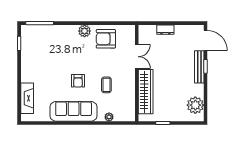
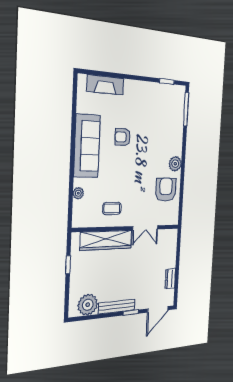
dresser: (165, 30) -> (170, 279), moved
bench: (199, 67) -> (117, 307), moved
armchair: (78, 81) -> (123, 137), moved
coffee table: (106, 85) -> (112, 208), moved

